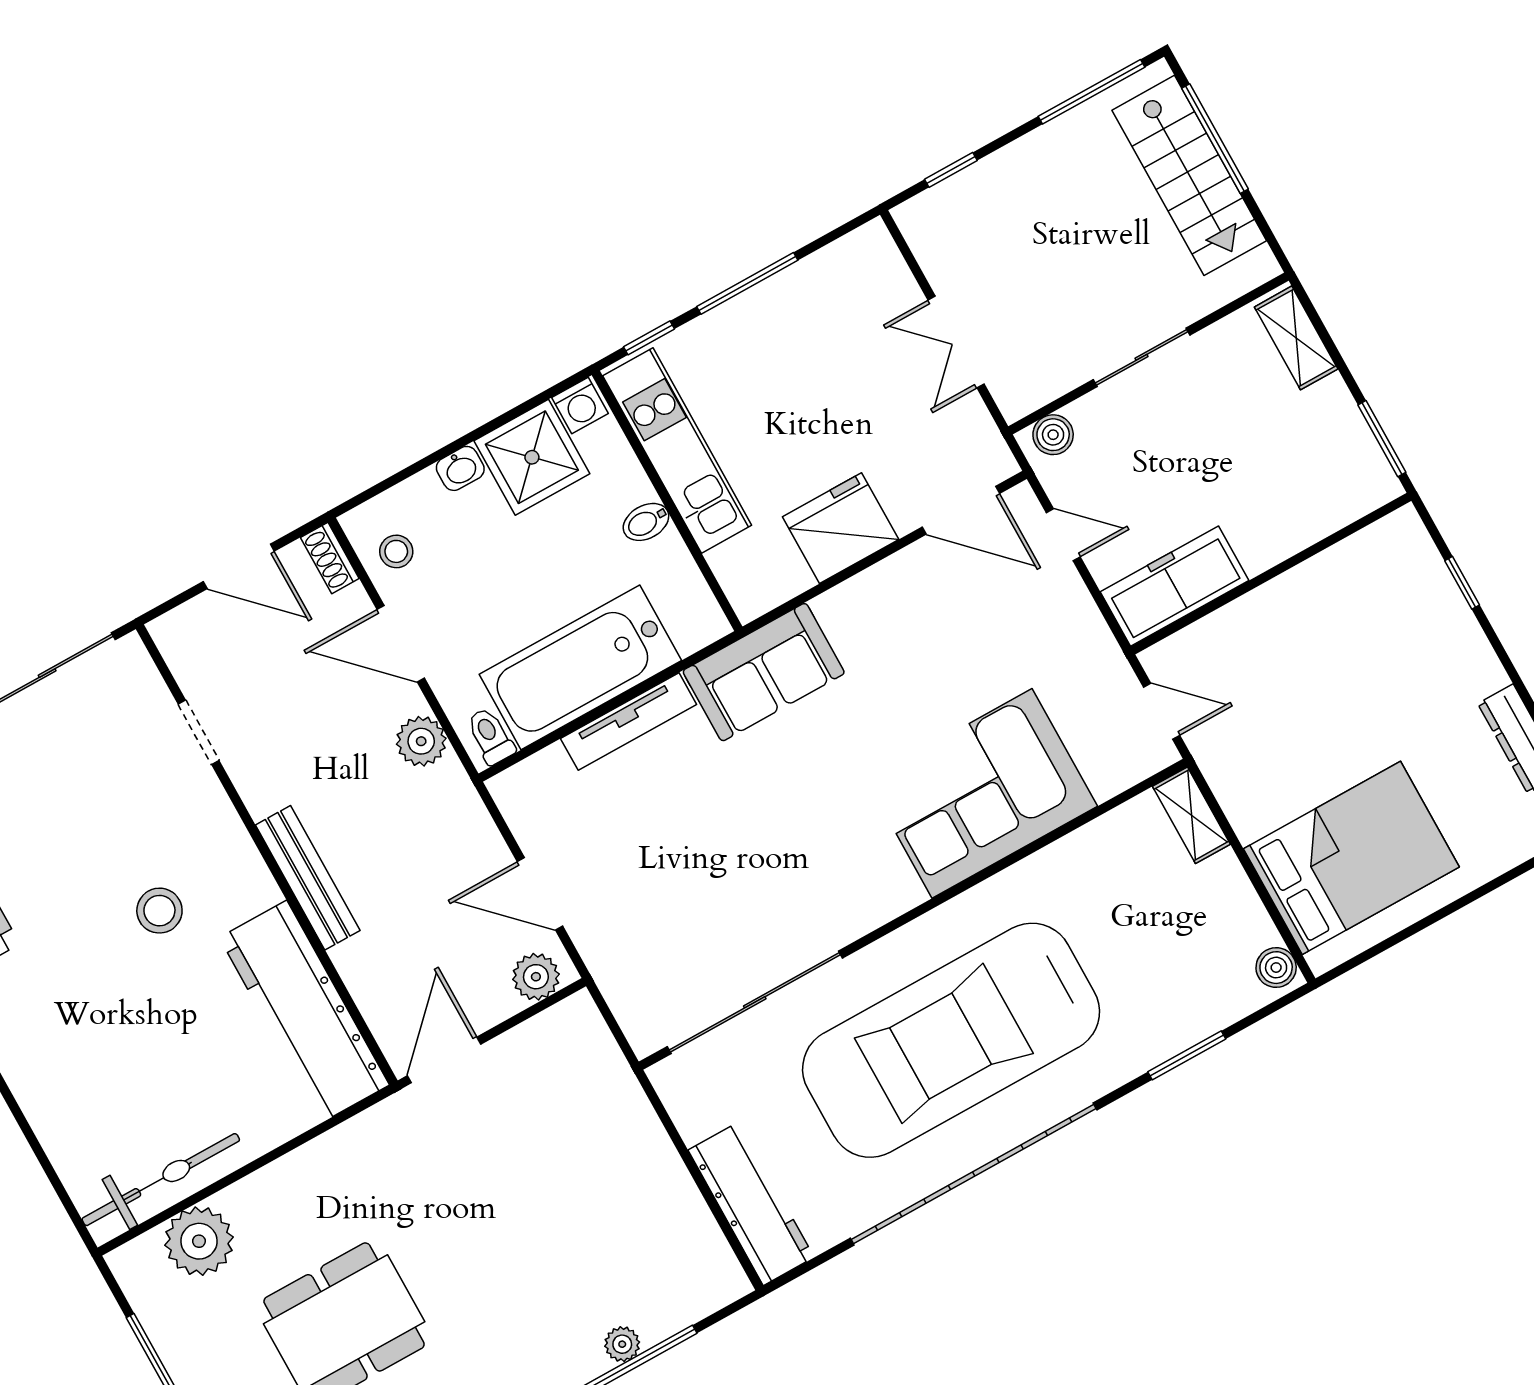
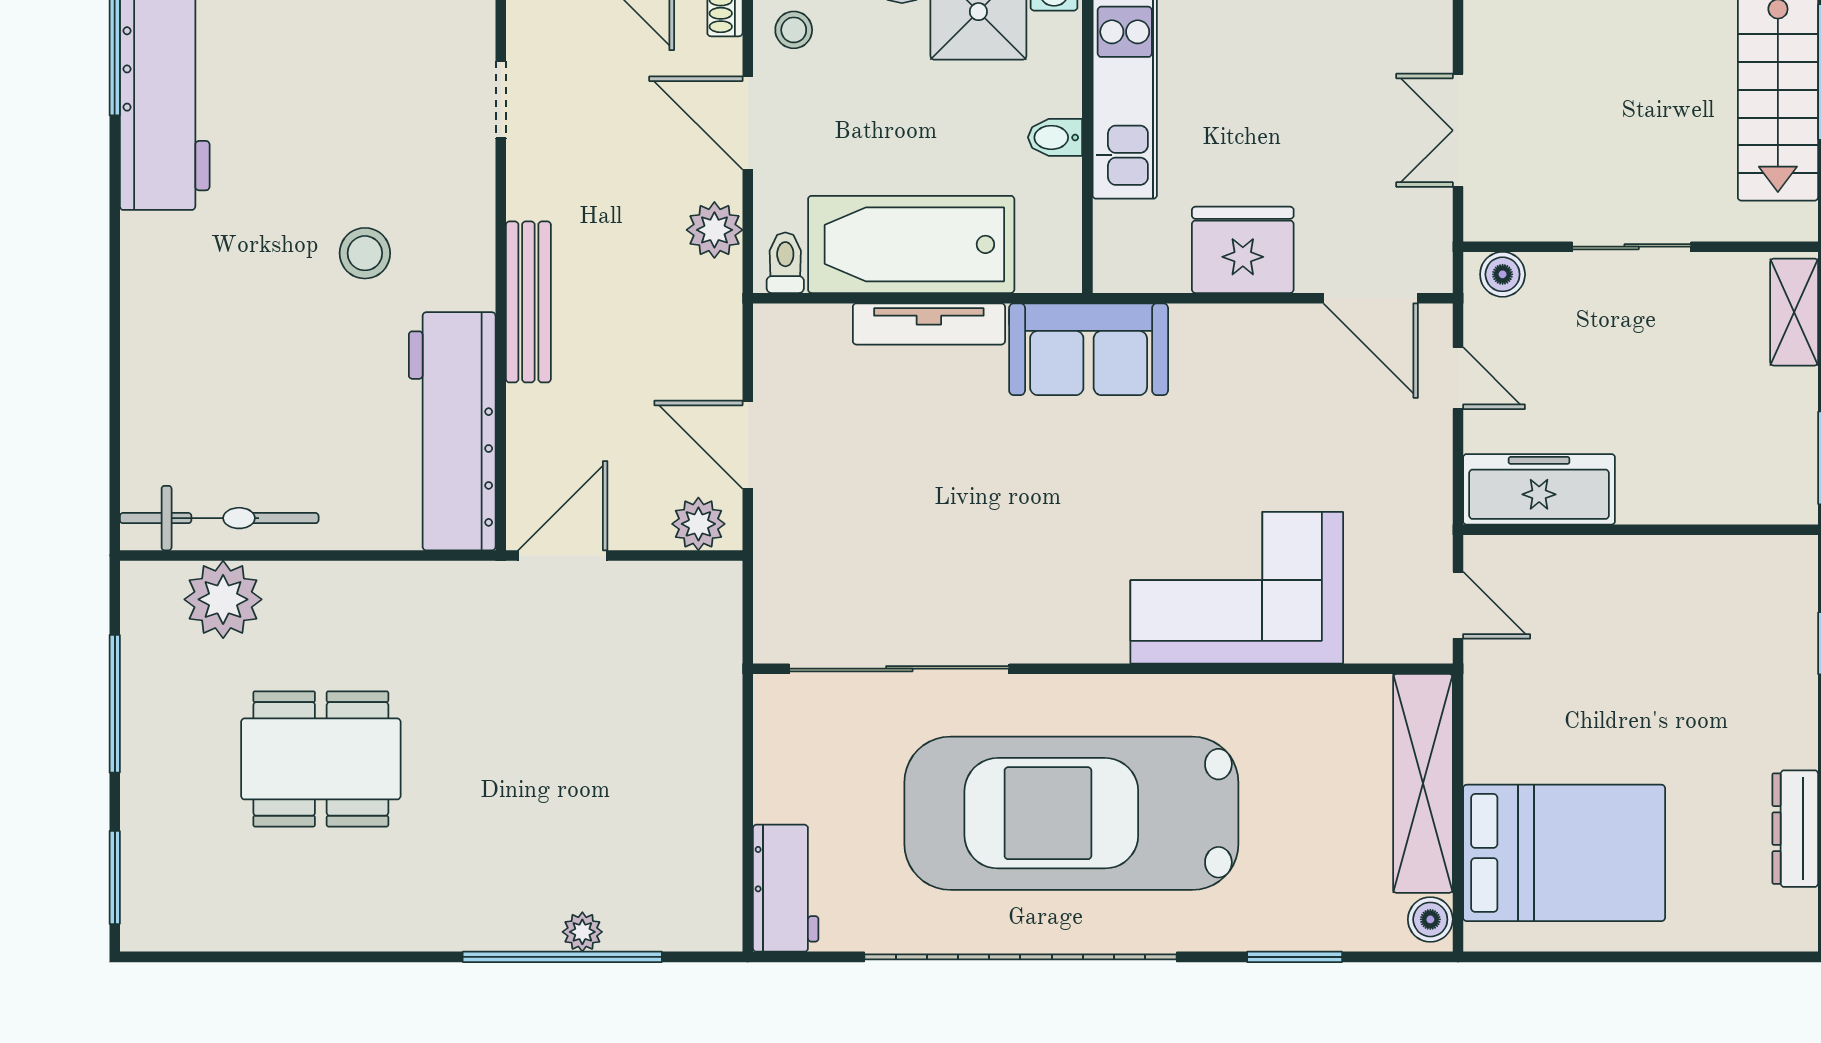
shelving: (1191, 815) -> (1423, 783), width x2.20, depth x1.33
workbench: (751, 1204) -> (786, 888), width x0.73

